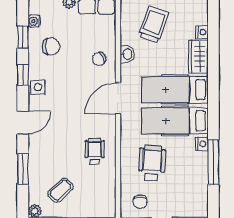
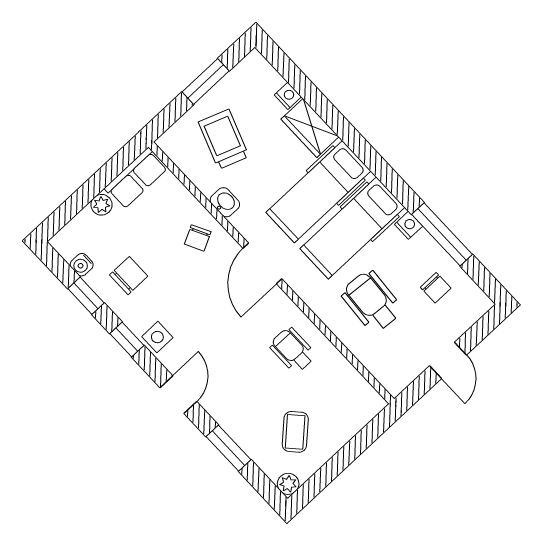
chair: (140, 202) -> (436, 288), moved

